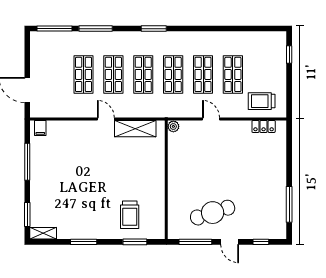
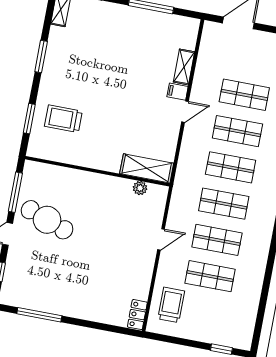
plant: (173, 126) -> (140, 188), moved
locker: (264, 126) -> (137, 315), moved
shelving: (70, 127) -> (184, 67), added
filing cabinet: (40, 128) -> (178, 92), moved
shelving: (135, 129) -> (147, 168), moved, turned 90
cafe table: (213, 213) -> (47, 220), turned -52

